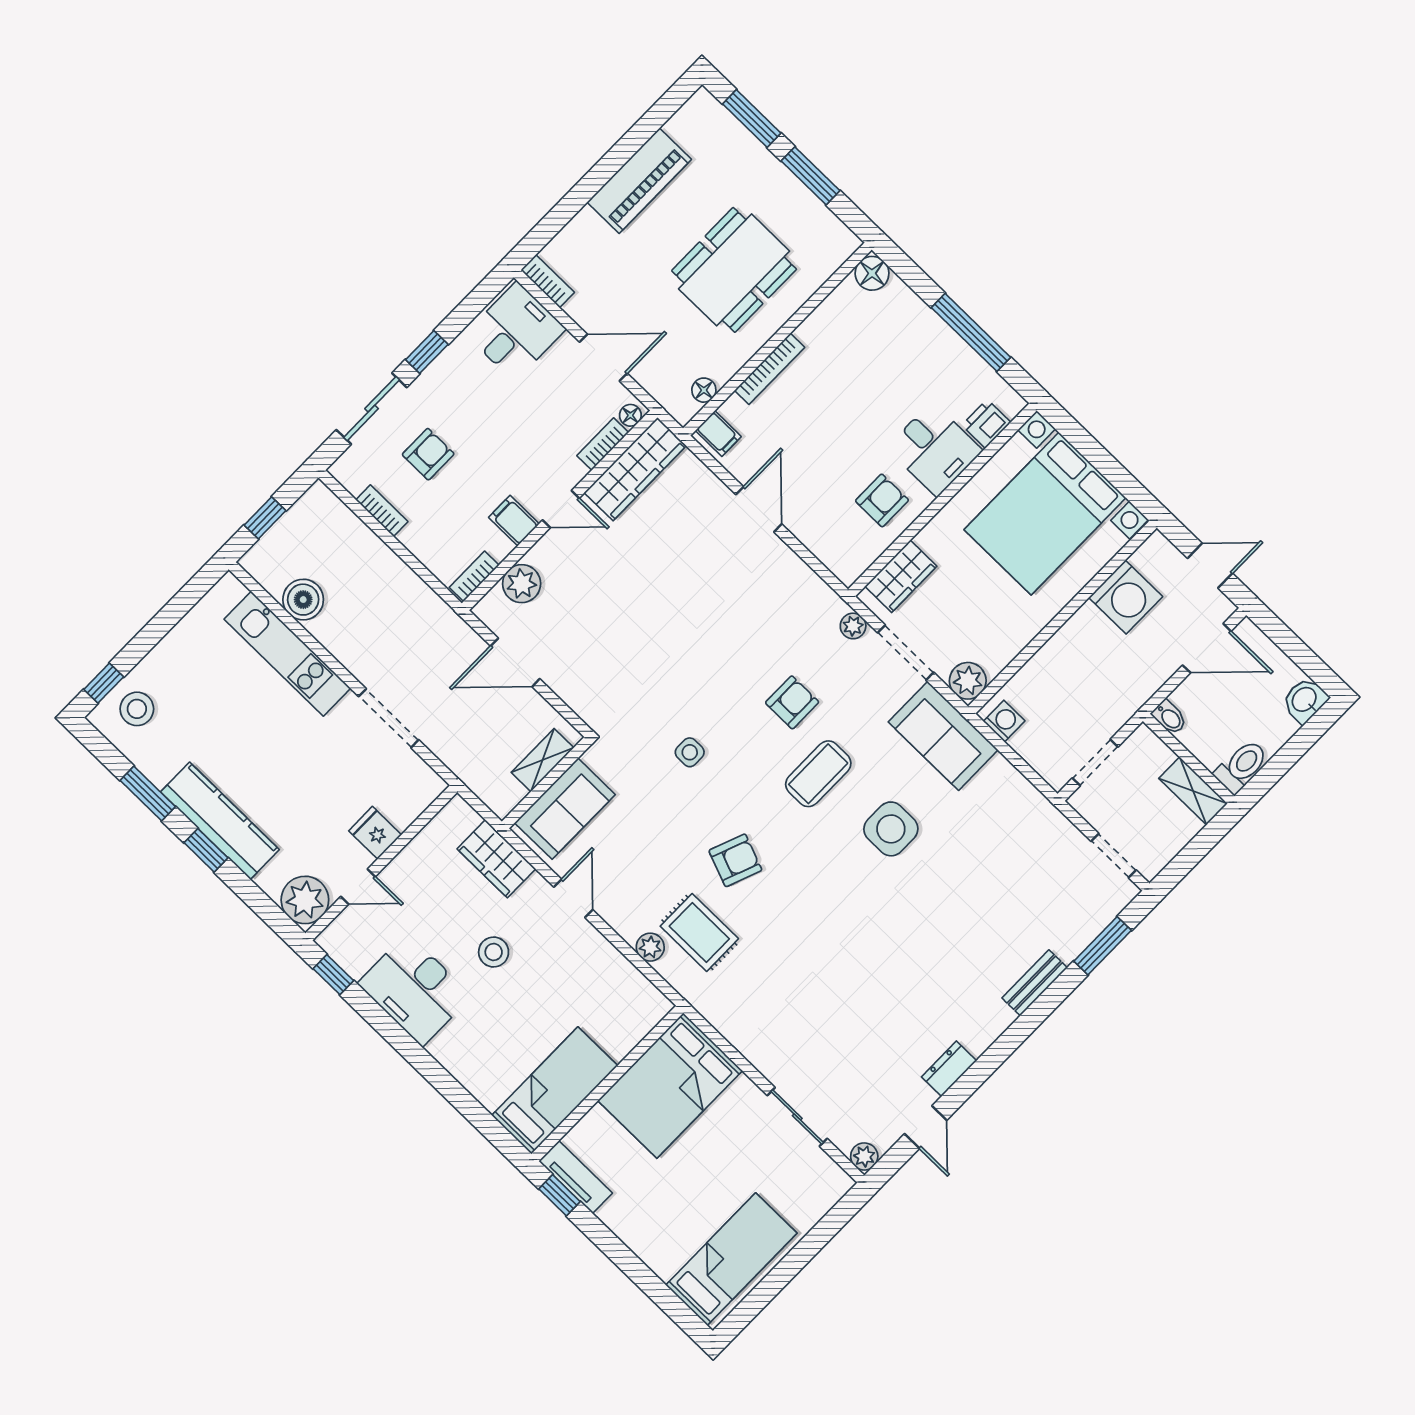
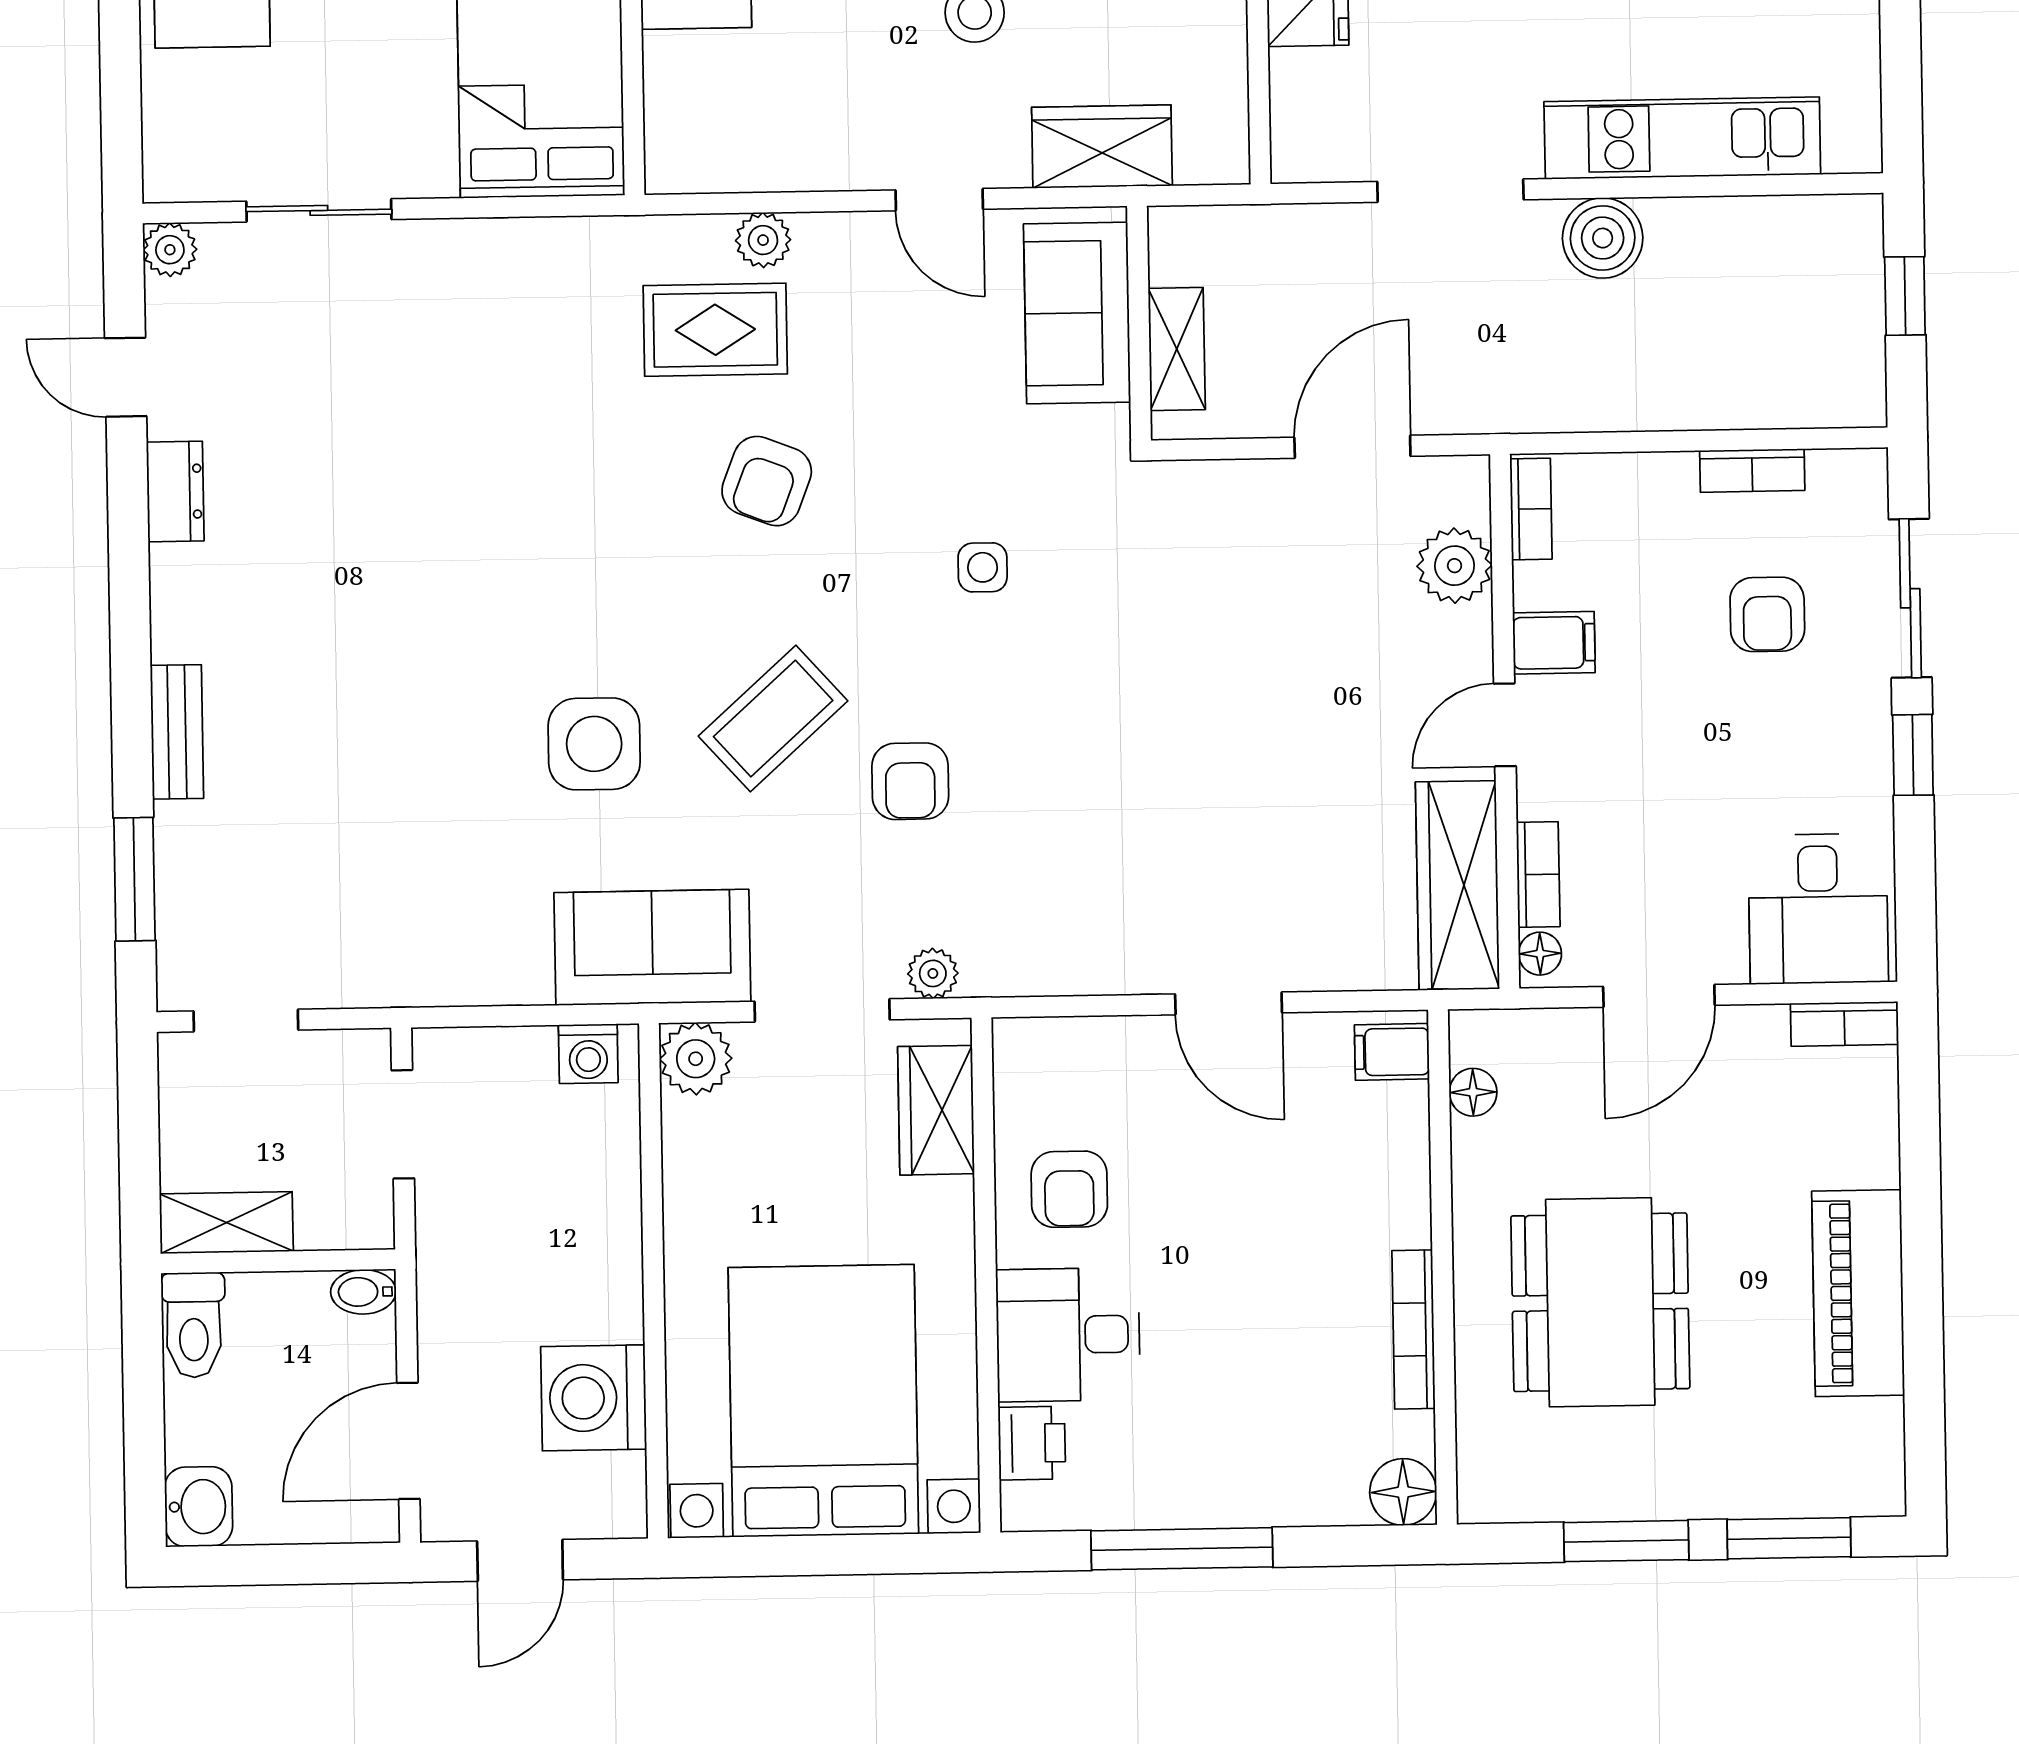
bookcase: (770, 369) -> (1413, 1329), moved
boiler: (303, 600) -> (1603, 238), moved
coffee table: (818, 774) -> (773, 719), turned 48

